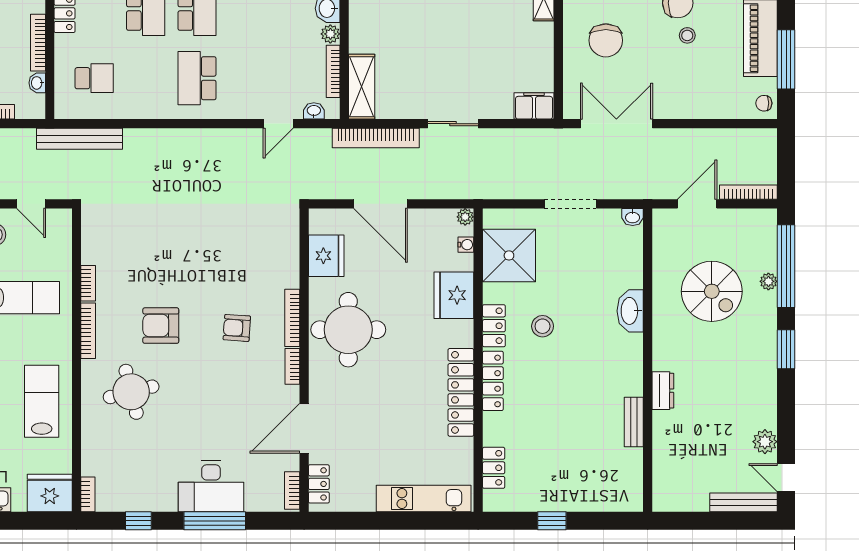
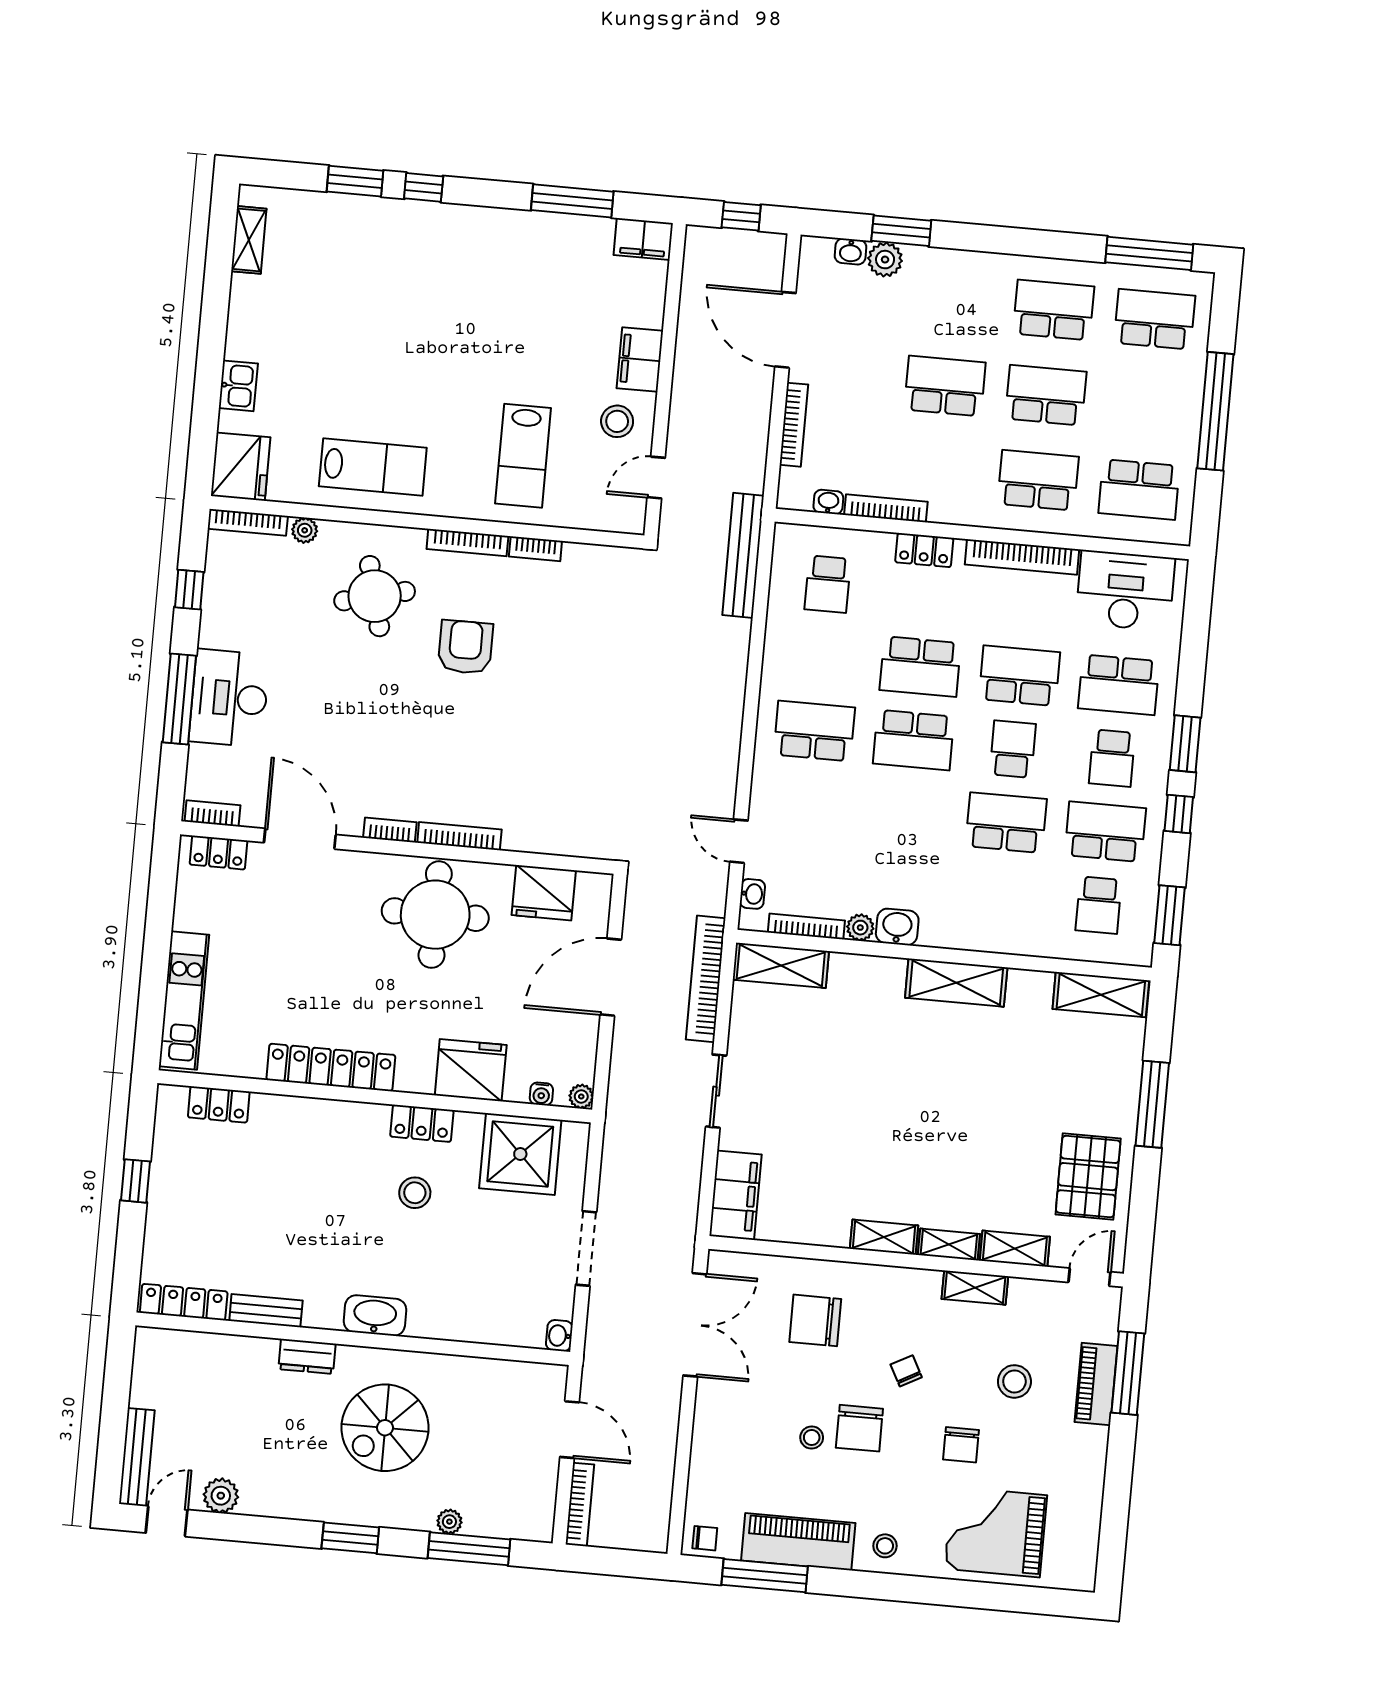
chair: (764, 103) -> (705, 1538), turned 90
filing cabinet: (534, 106) -> (735, 1195), width x1.50, depth x1.17
window: (786, 266) -> (469, 1549), width x0.68
spiral stairs: (712, 291) -> (385, 1428), moved
washbasin: (630, 311) -> (375, 1316), moved
armchair: (237, 328) -> (452, 756), removed
locker: (493, 381) -> (184, 1302), moved, turned 180
plant: (90, 444) -> (305, 530), added
bookcase: (88, 494) -> (248, 522), width x1.56

